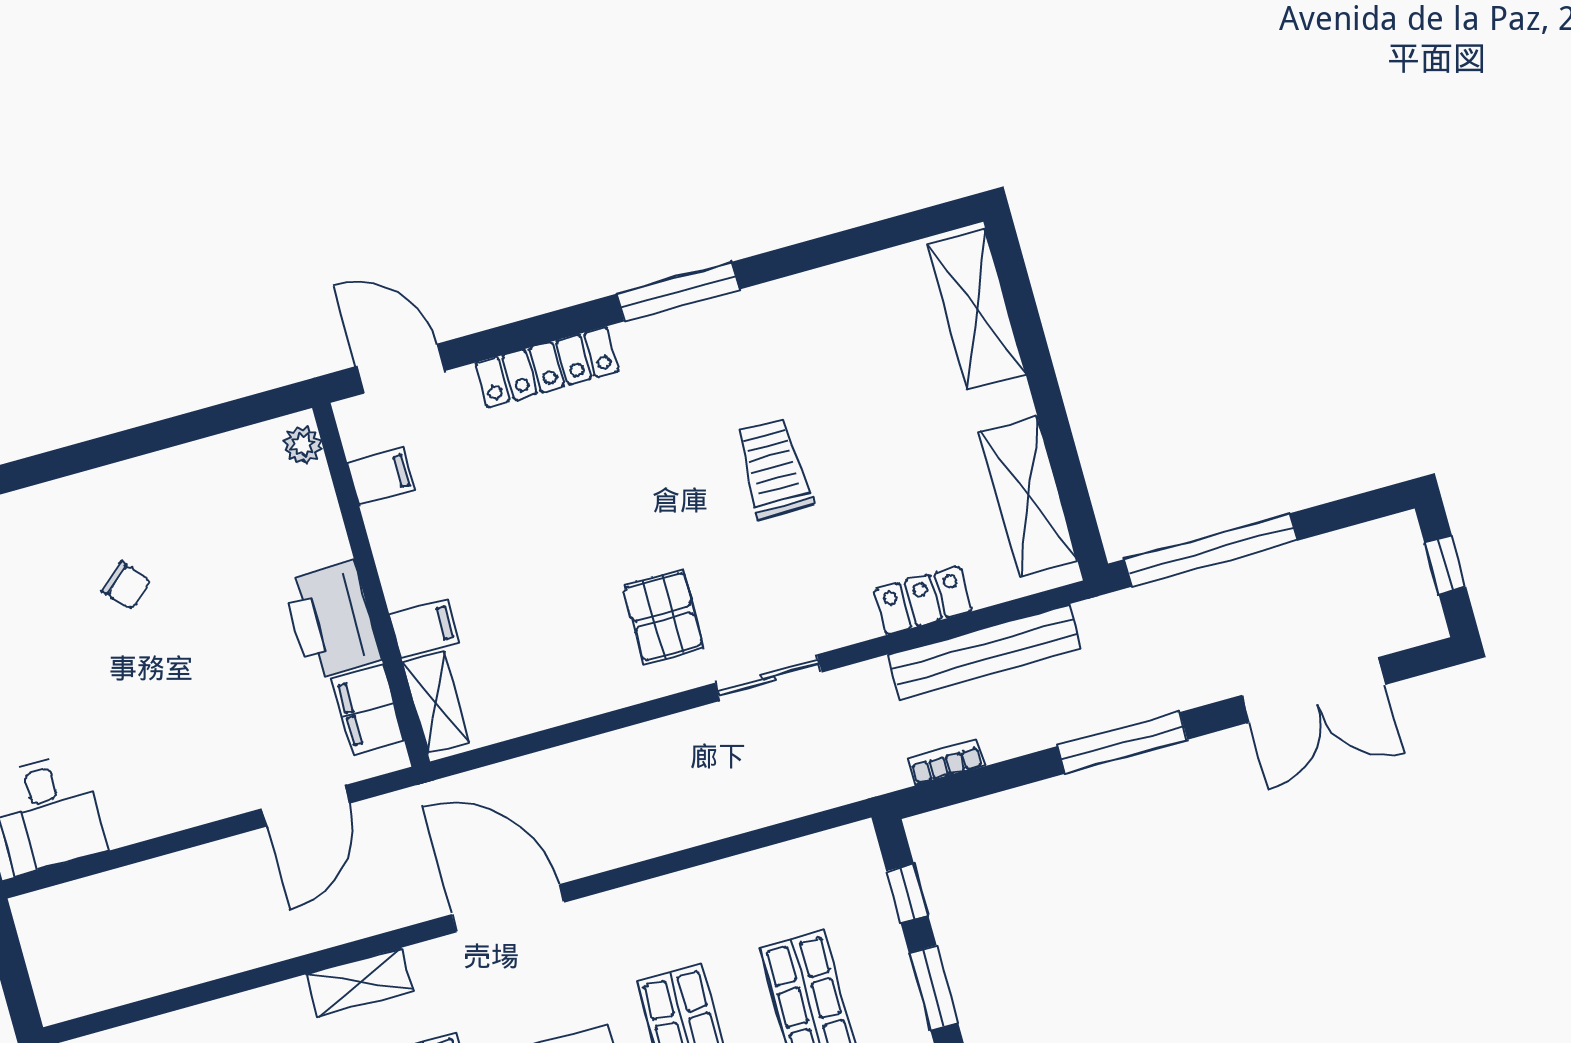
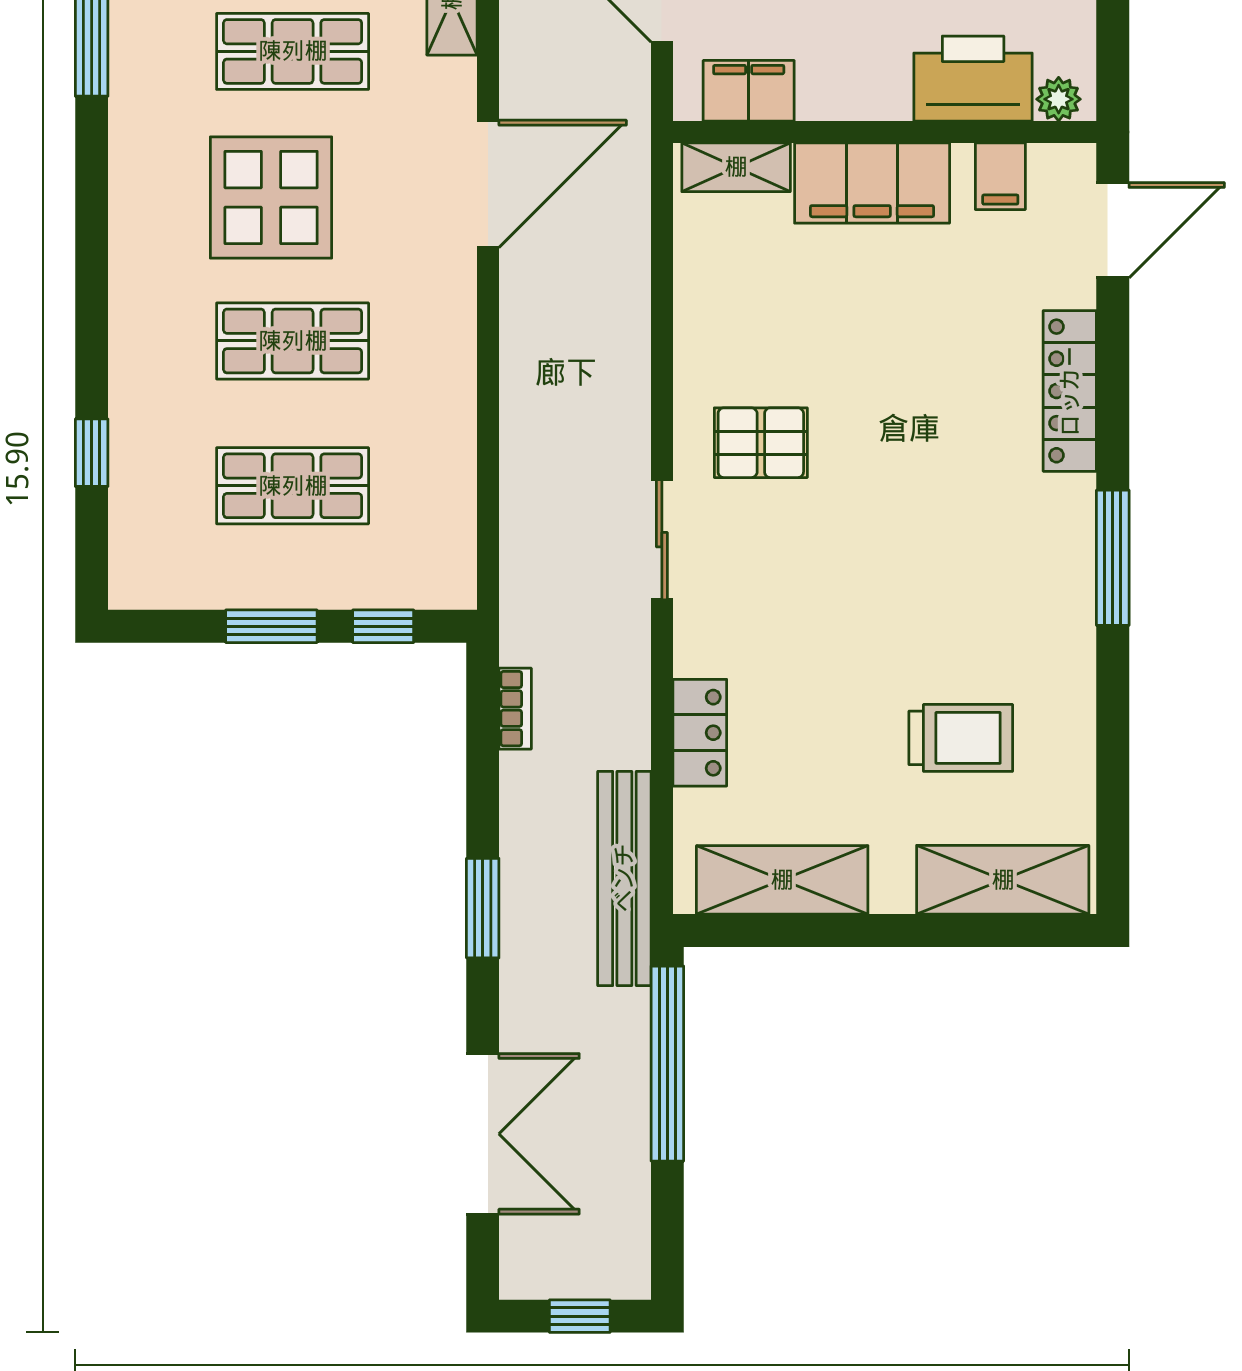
trolley: (773, 468) -> (961, 738), moved
printer: (332, 620) -> (973, 79), moved
filing cabinet: (424, 628) -> (872, 183), width x3.00, depth x1.17
bench: (985, 652) -> (624, 878), moved
double door: (1314, 690) -> (483, 1134), swing flipped
window: (1122, 743) -> (483, 908), width x0.69

